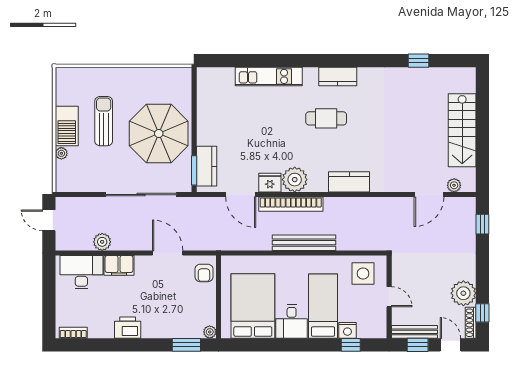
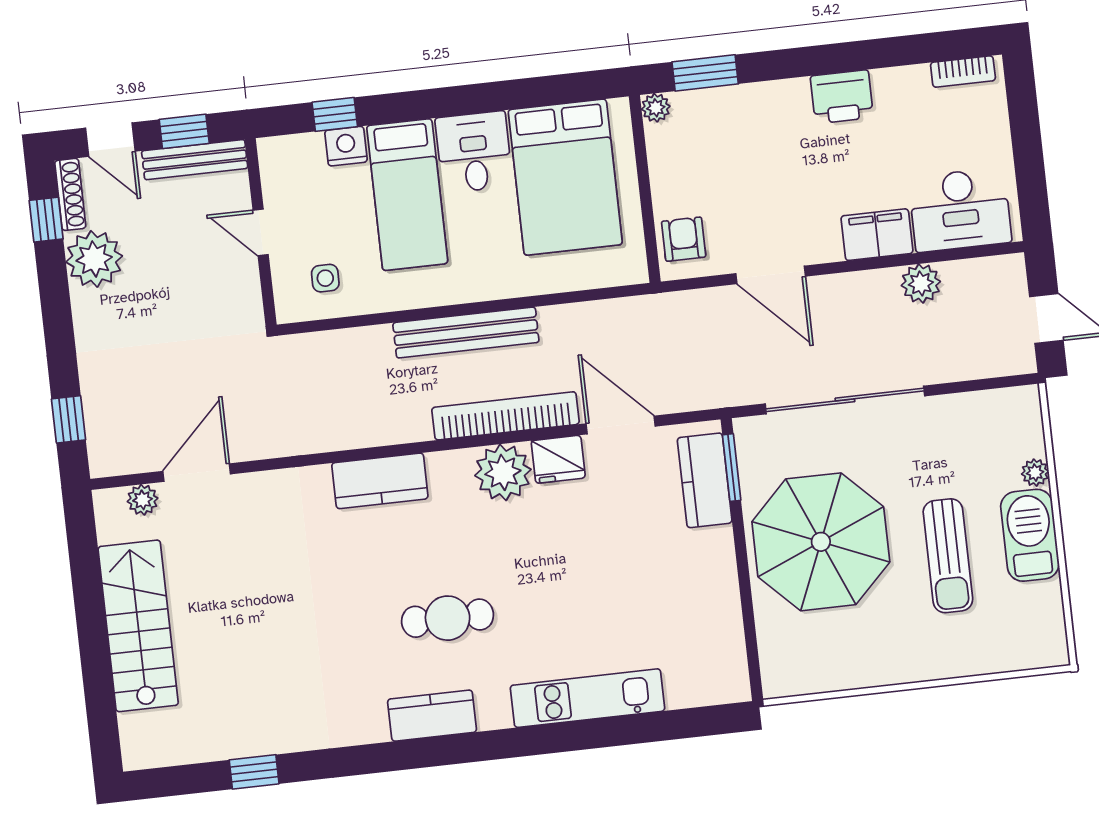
side table: (363, 273) -> (325, 278), width x0.54, depth x0.54

